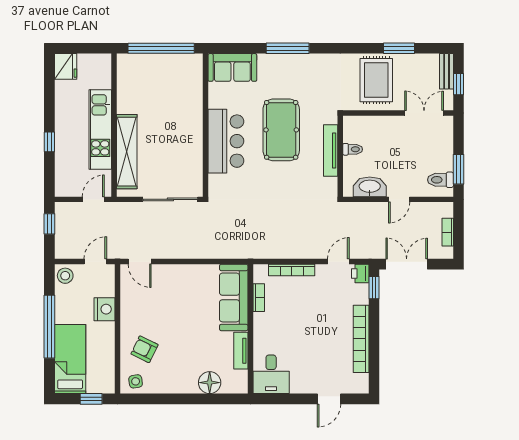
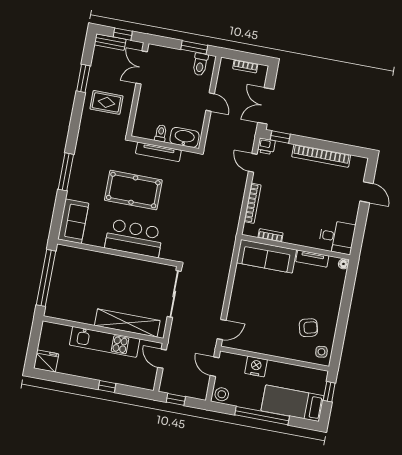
rug: (376, 80) -> (106, 102), width x0.73, depth x0.70
washbasin: (370, 187) -> (184, 137), moved, turned 90
armchair: (144, 349) -> (308, 328), moved, turned -130
floor lamp: (210, 383) -> (343, 264), moved, width x0.53, depth x0.53

